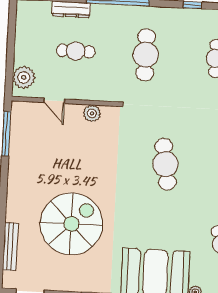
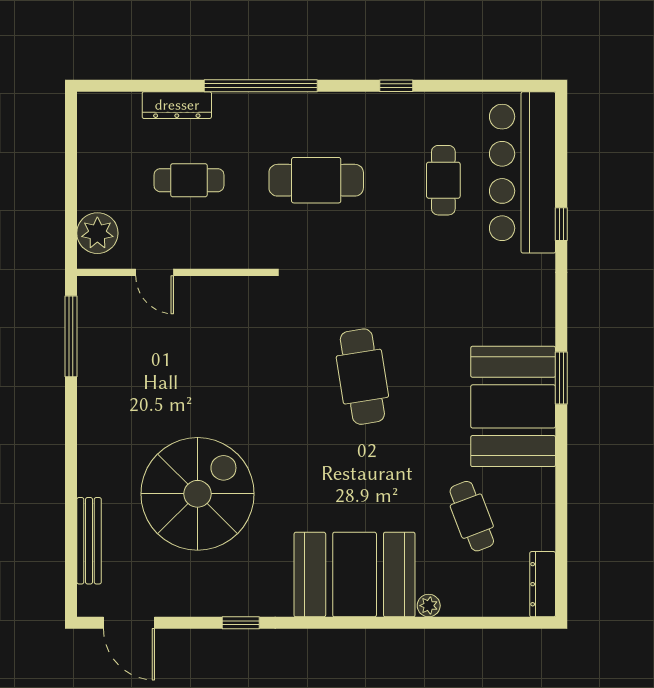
cafe table: (146, 55) -> (316, 180), turned 90
plant: (92, 113) -> (224, 292), removed

